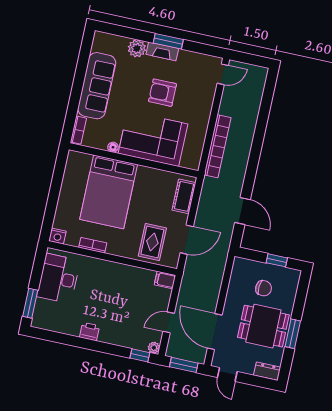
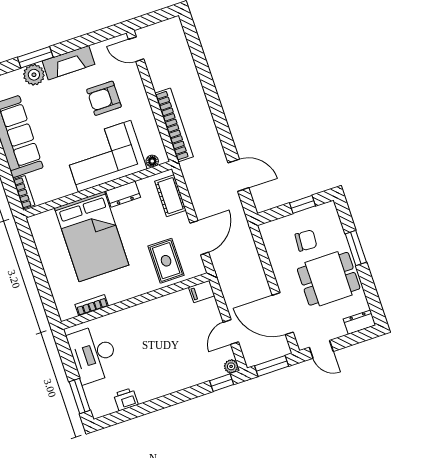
window: (168, 41) -> (35, 57), moved
fireplace: (162, 51) -> (68, 63), width x1.37, depth x1.32
door: (223, 74) -> (136, 49), swing flipped
armchair: (162, 93) -> (104, 98), moved
floor lamp: (113, 147) -> (152, 161), moved
dresser: (150, 175) -> (123, 194), added
nightstand: (58, 236) -> (67, 312), removed
bookcase: (93, 245) -> (92, 305), moved
printer: (90, 332) -> (126, 399), moved
window: (293, 334) -> (356, 248), moved

